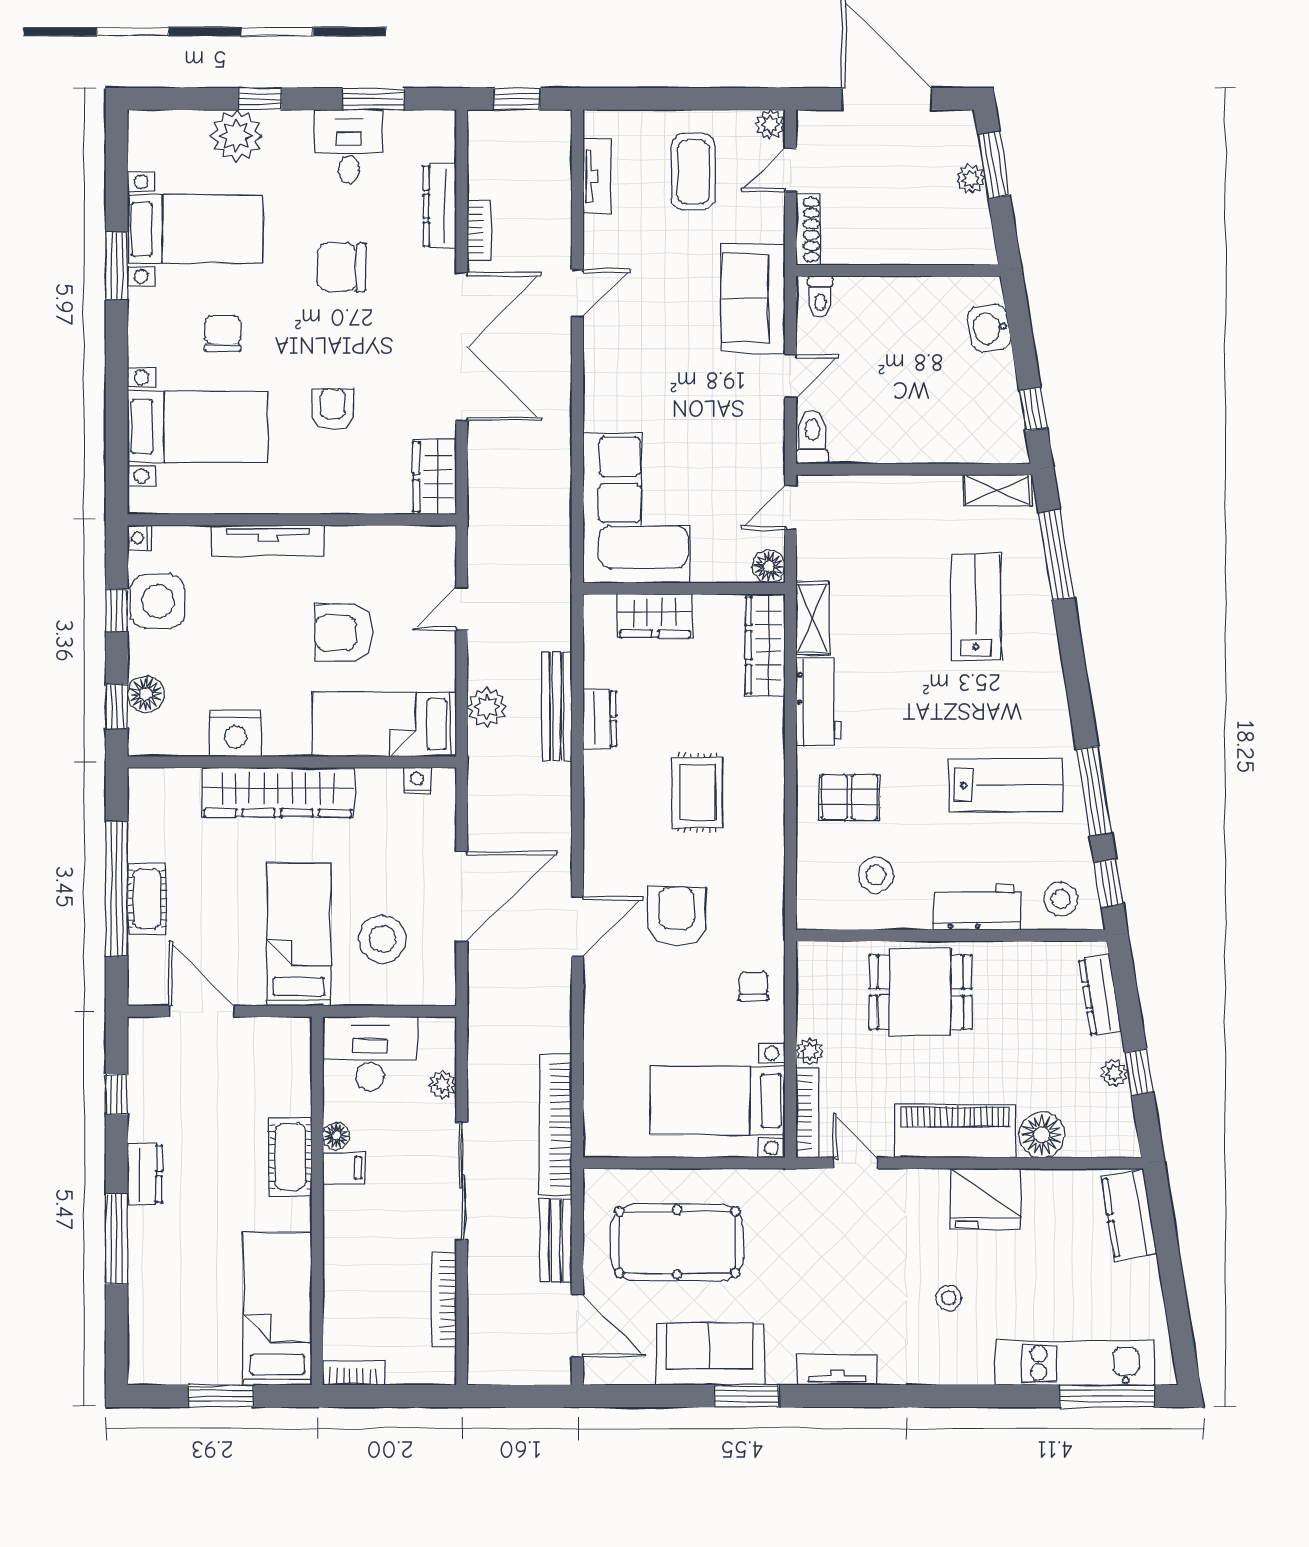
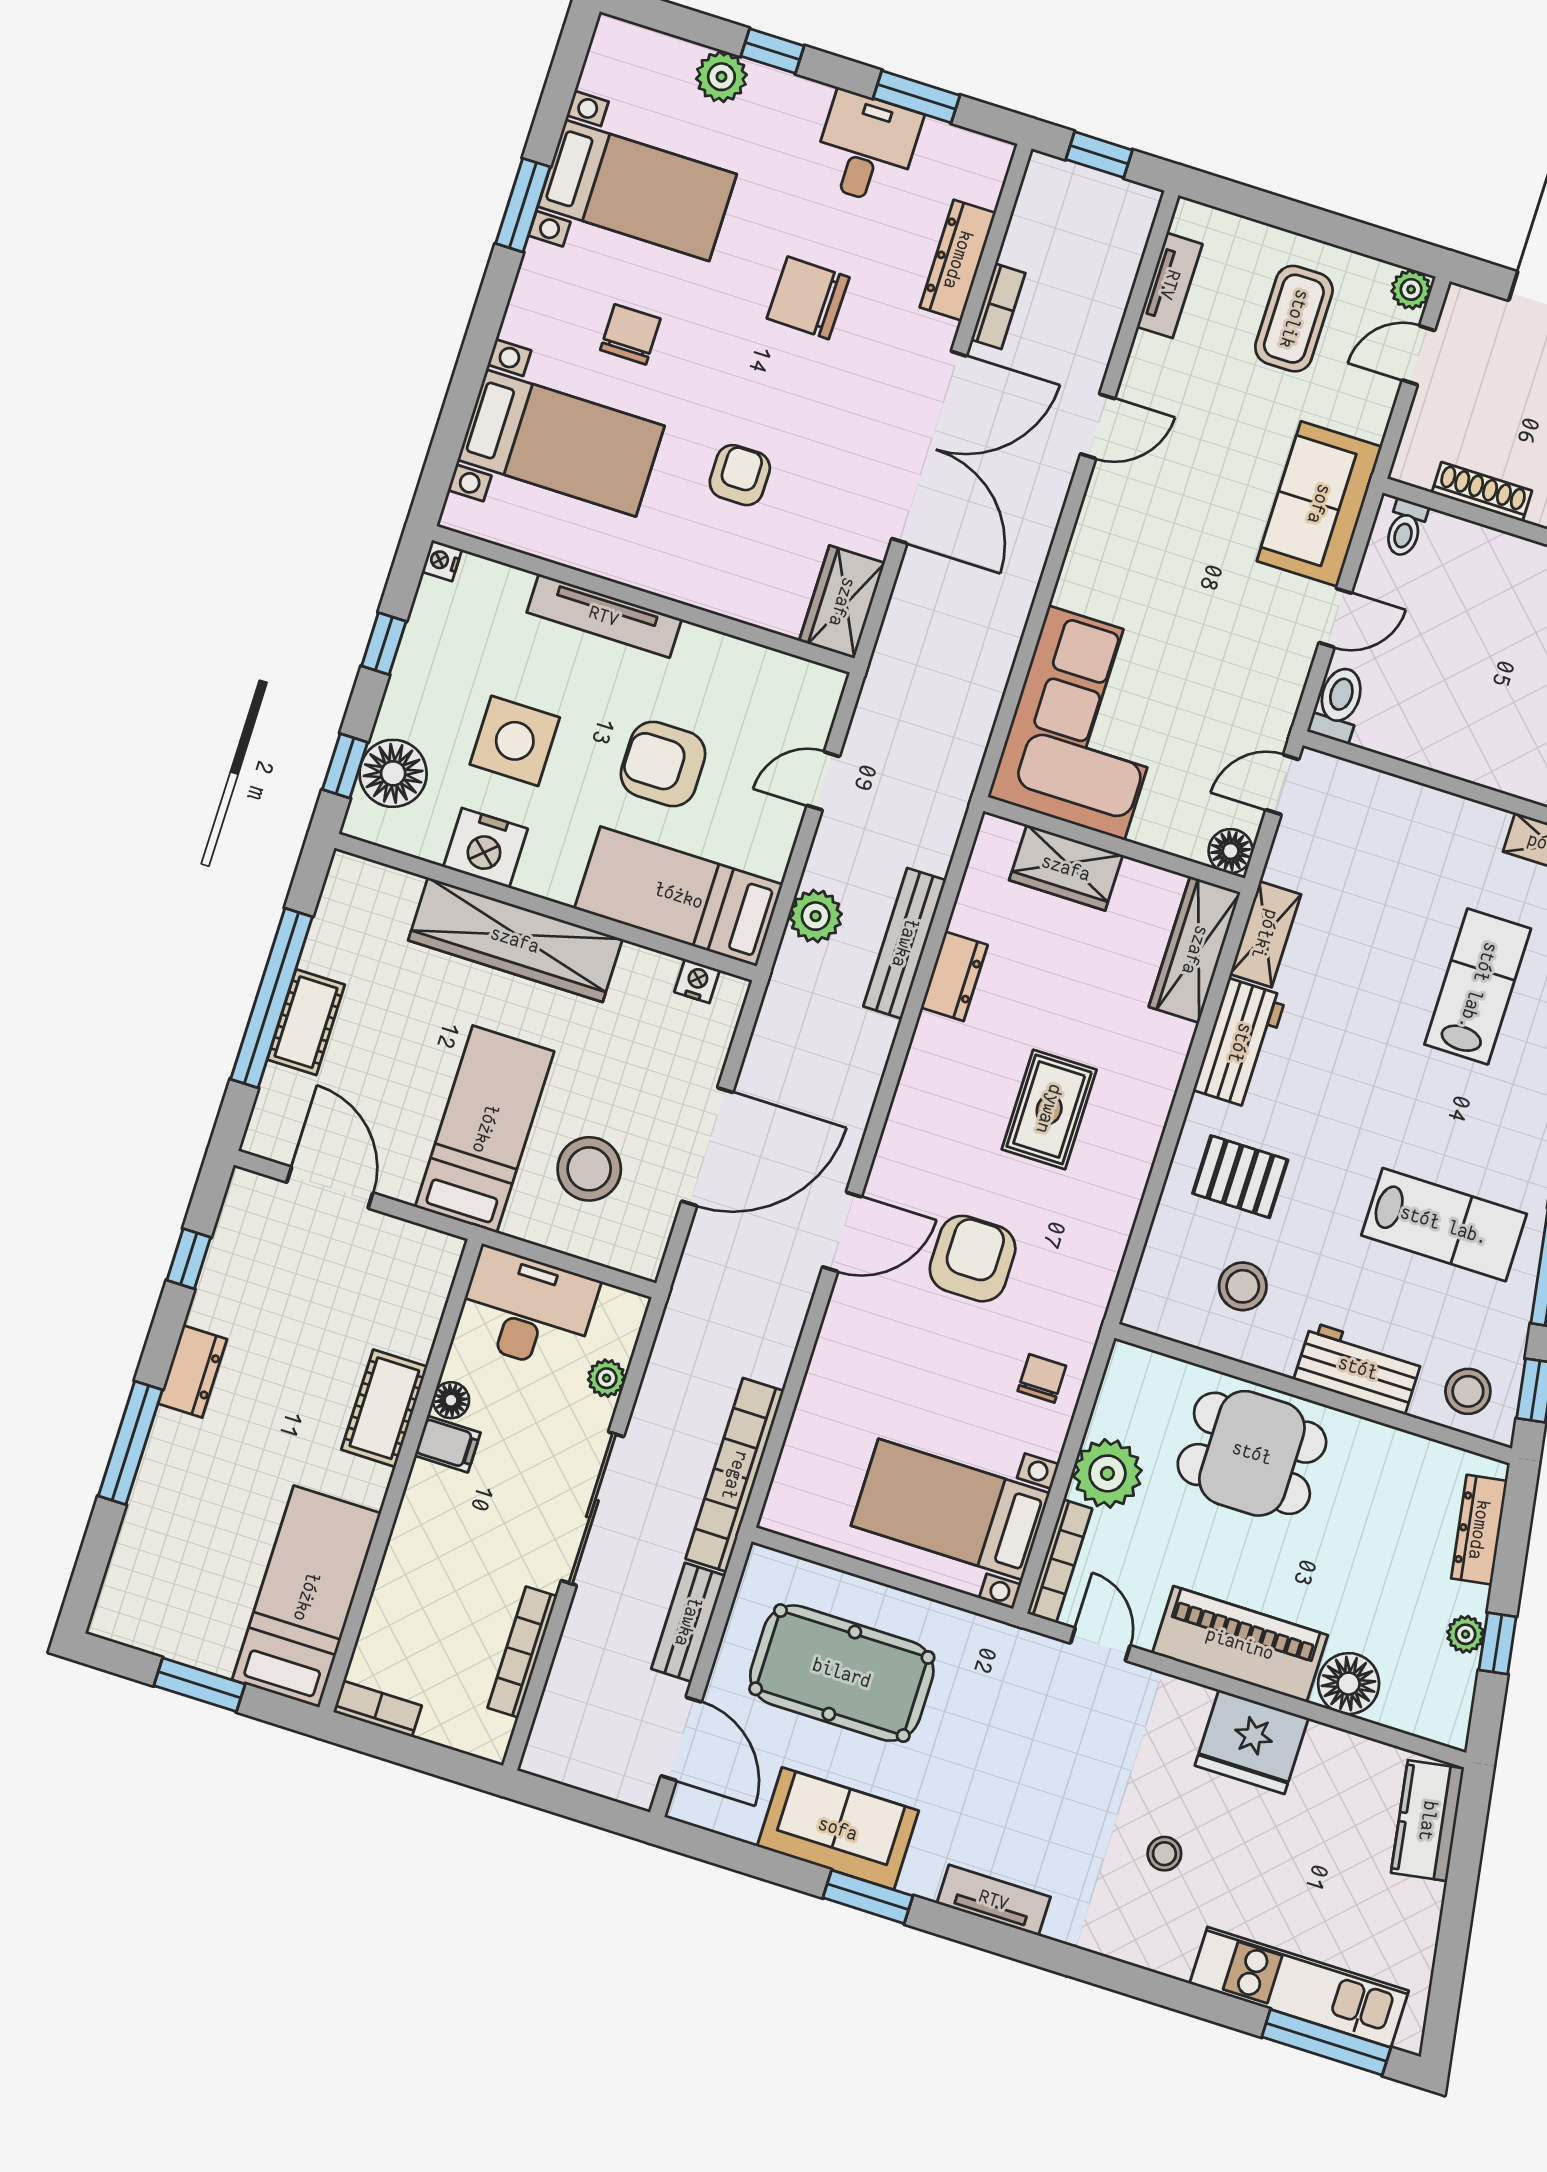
plant: (236, 136) -> (721, 77), width x0.73, depth x0.73
shoe rack: (808, 229) -> (1482, 492), moved, turned -90
side table: (158, 601) -> (515, 741), moved
floor lamp: (146, 694) -> (393, 773), width x1.38, depth x1.38
plant: (810, 1051) -> (1107, 1473), width x1.88, depth x1.88

